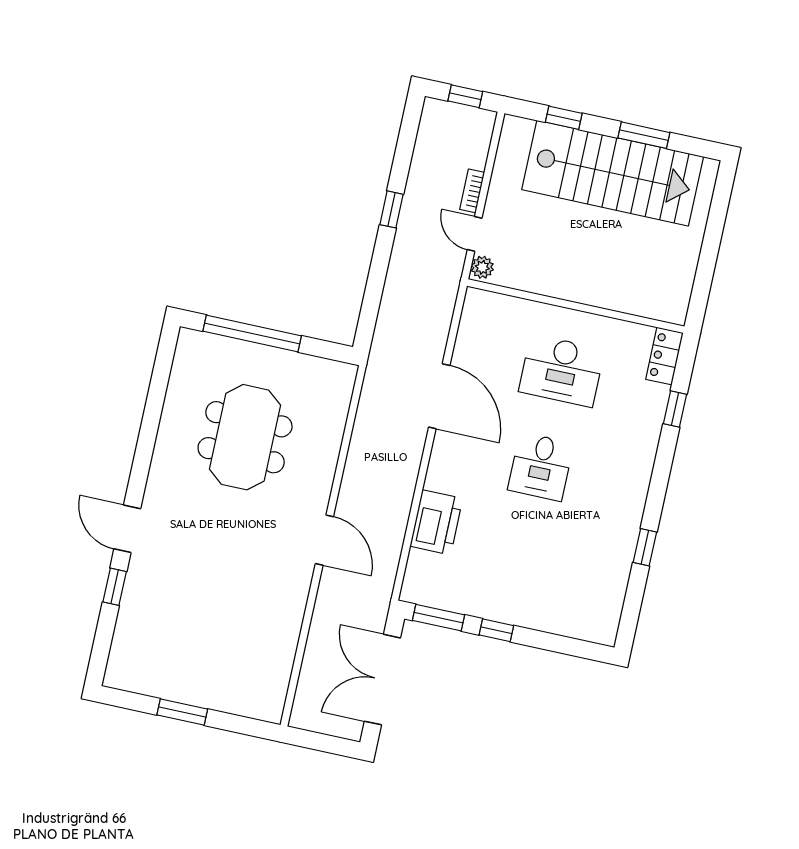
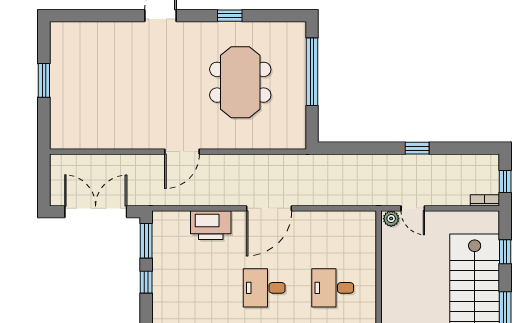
bookcase: (472, 191) -> (485, 200), moved
door: (475, 234) -> (413, 208), swing flipped
desk: (562, 371) -> (333, 288), width x0.73
door: (439, 396) -> (269, 208), moved
meeting table: (245, 437) -> (240, 82), turned 90
window: (115, 587) -> (230, 16), moved

